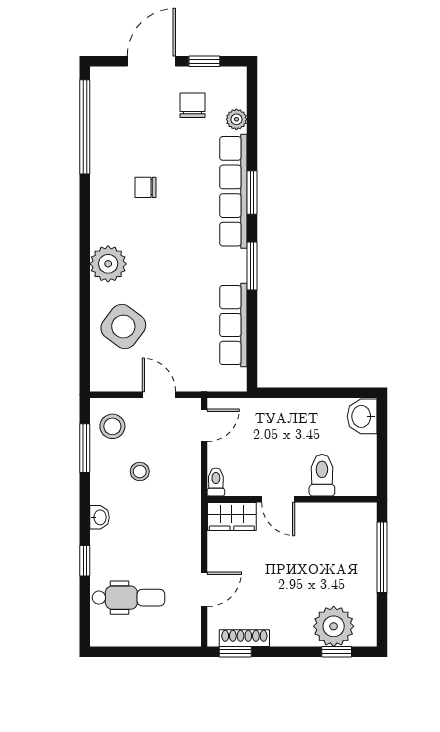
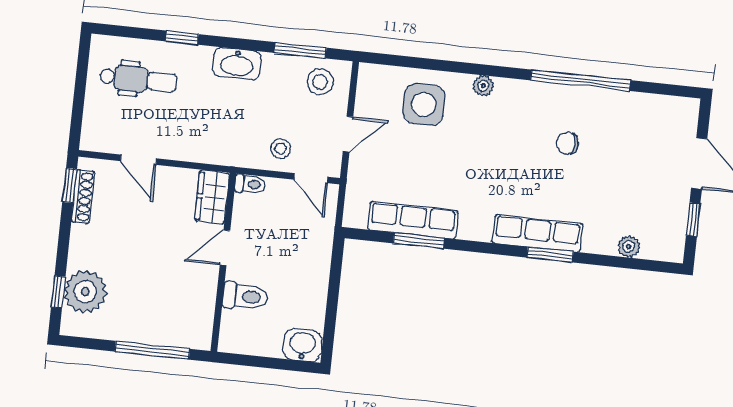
chair: (192, 105) -> (648, 202), removed
window: (85, 127) -> (580, 80), moved
chair: (145, 187) -> (567, 143), turned -90
row of seats: (233, 191) -> (537, 233), width x0.73
plant: (108, 264) -> (483, 86), width x0.53, depth x0.53
window: (252, 266) -> (419, 241), moved
side table: (123, 327) -> (424, 104), turned -37
stool: (140, 472) -> (281, 149), moved
washbasin: (99, 517) -> (237, 64), width x1.91, depth x1.45
dental chair: (129, 598) -> (138, 79), turned -90

